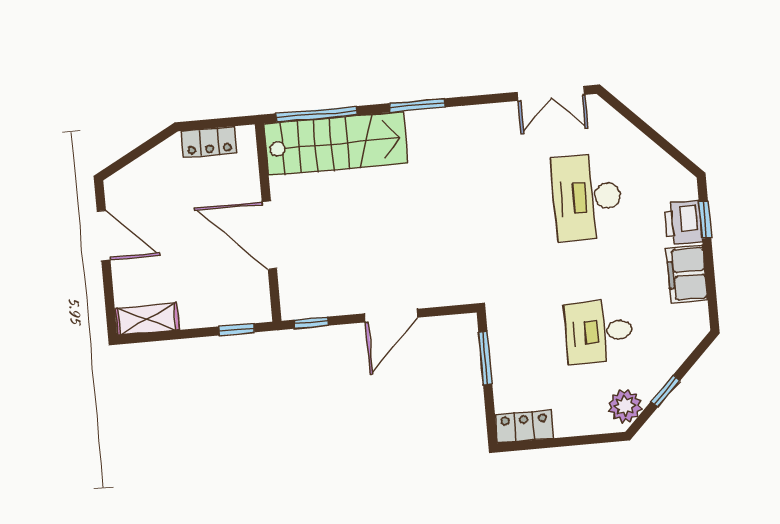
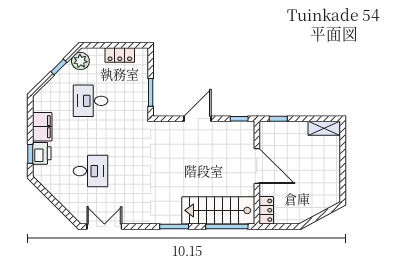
locker: (209, 142) -> (266, 210), moved, turned 90
desk: (587, 197) -> (90, 171), width x0.73
door: (104, 236) -> (343, 174), removed
desk: (599, 332) -> (90, 101), turned 180
locker: (524, 427) -> (120, 55), moved

